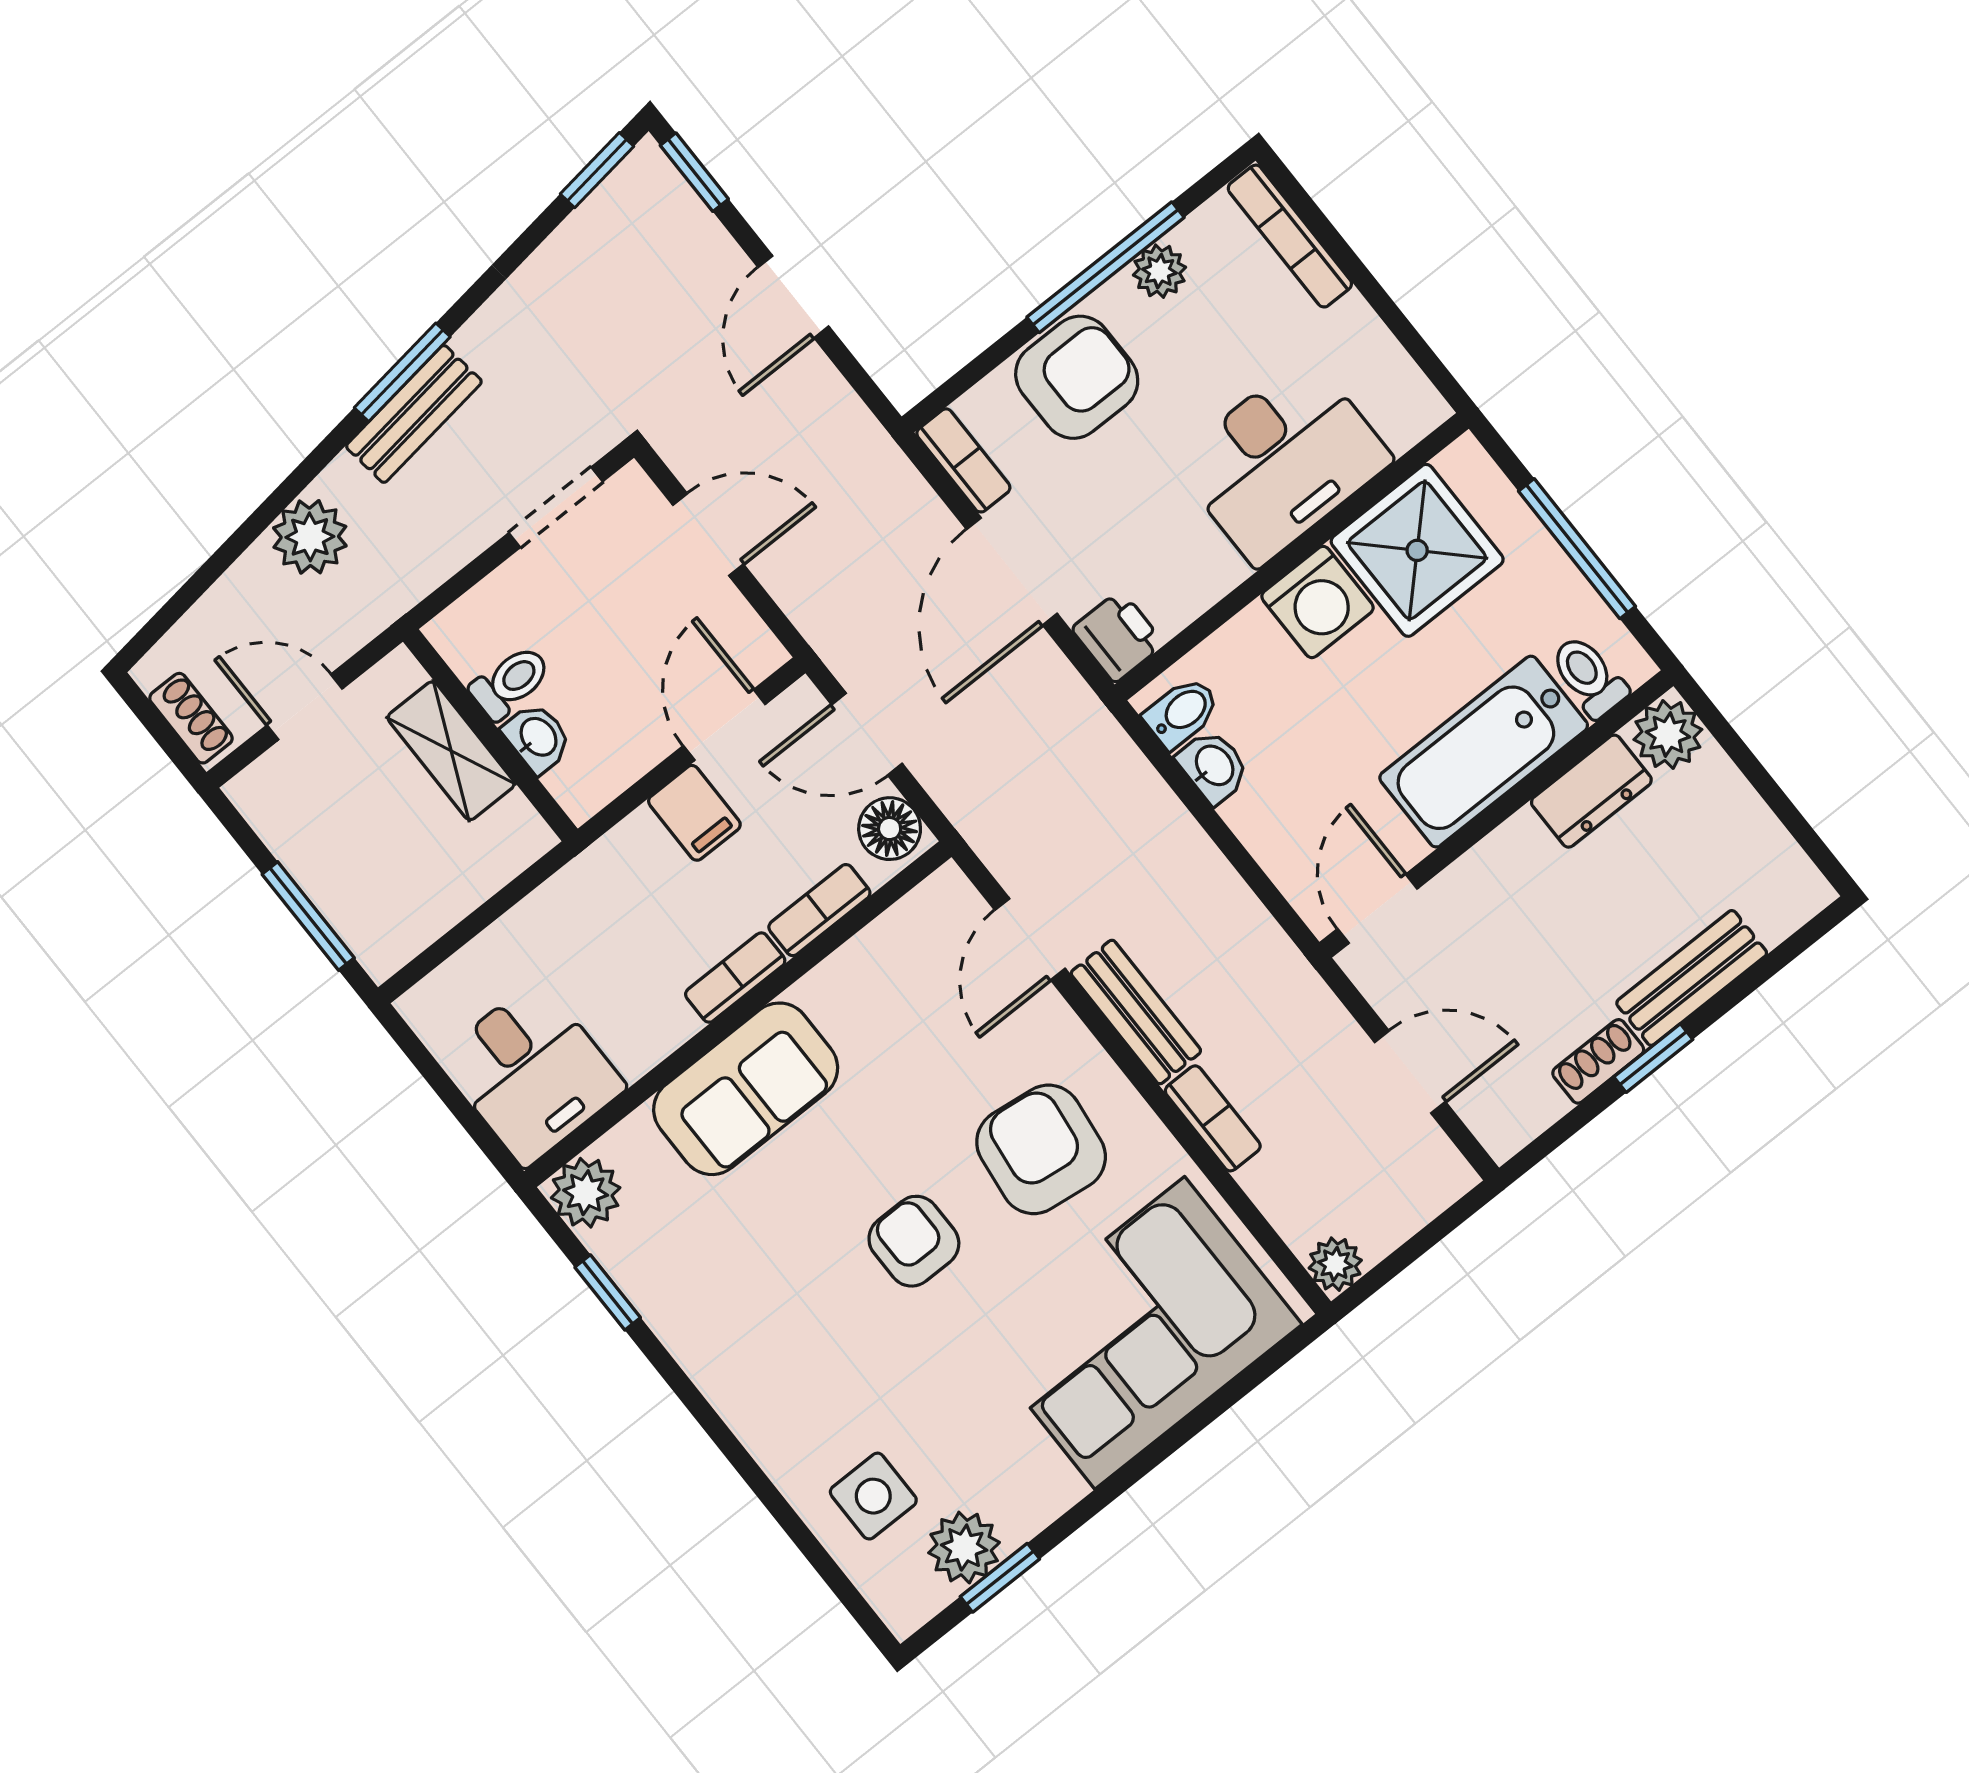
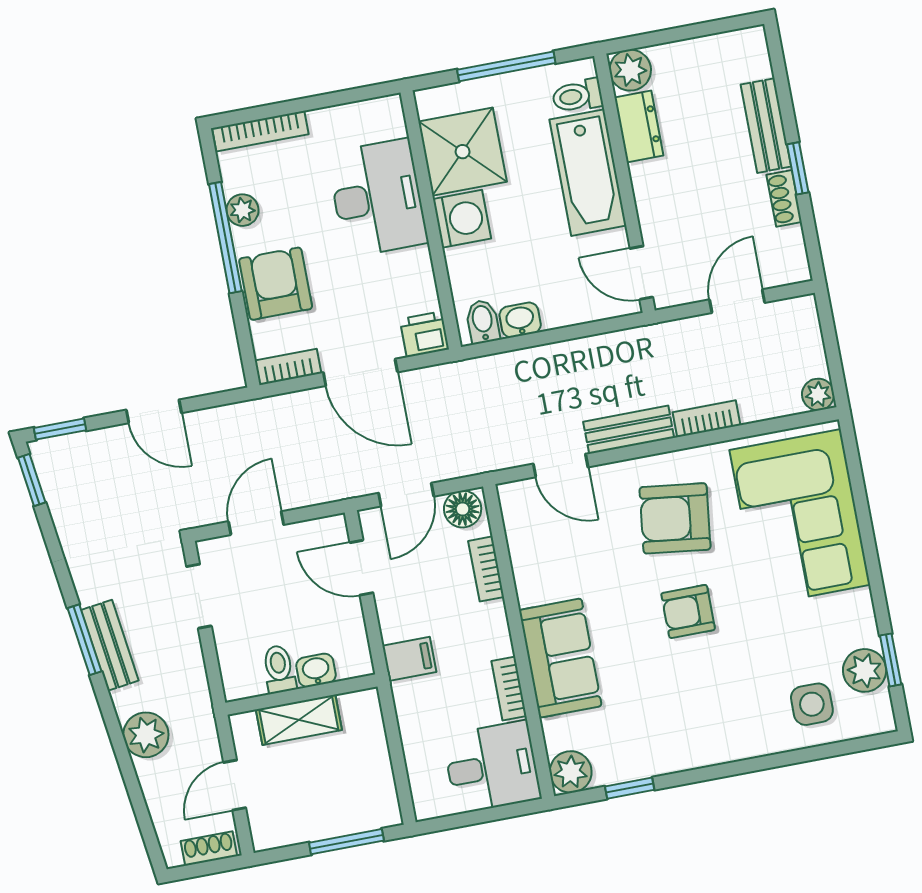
filing cabinet: (694, 813) -> (409, 659), moved
bookcase: (735, 978) -> (509, 688), moved

